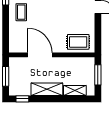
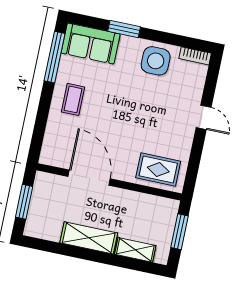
window: (22, 99) -> (44, 245), removed

